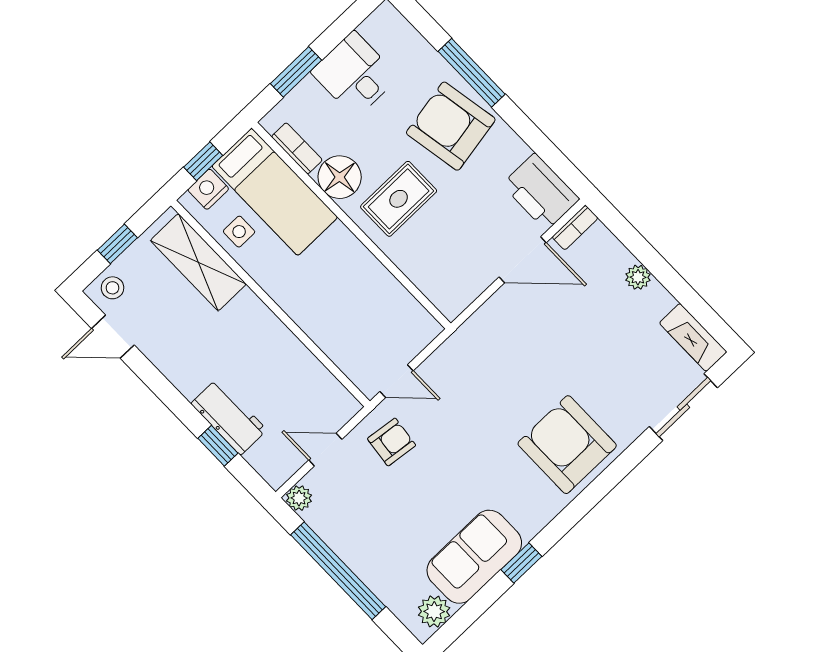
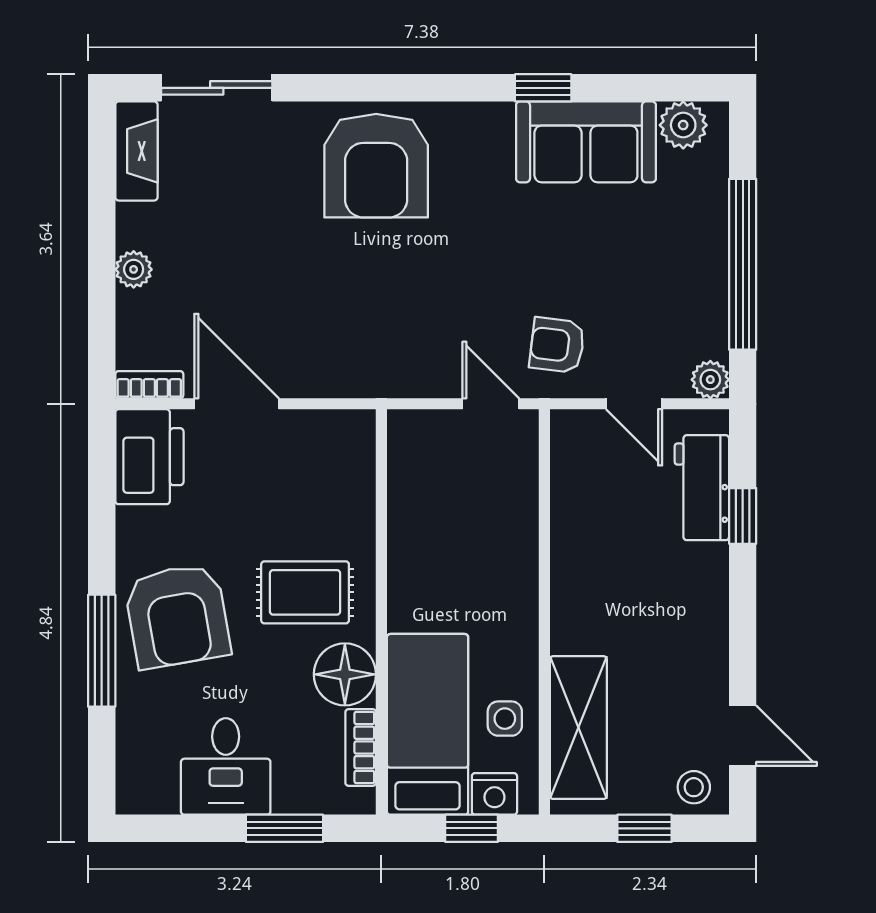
workbench: (229, 417) -> (702, 488), moved

